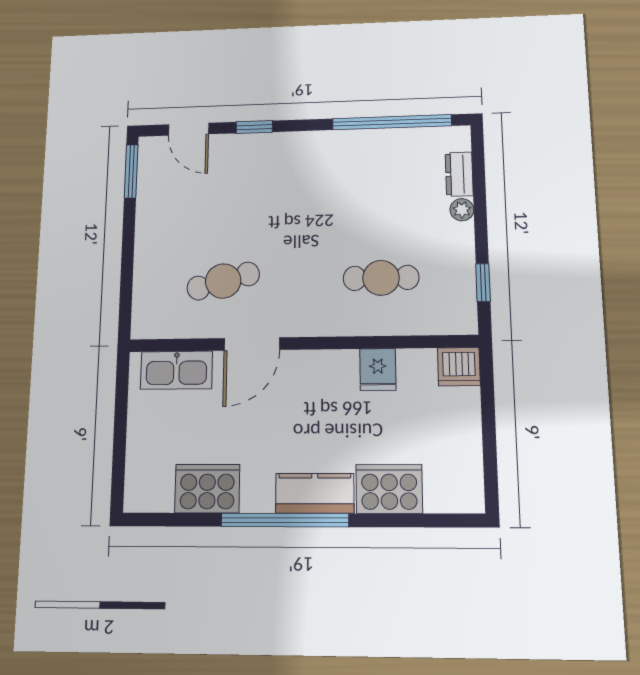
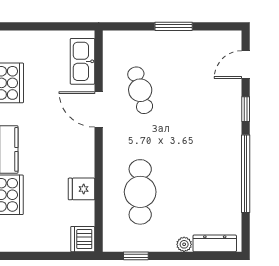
window: (392, 122) -> (246, 174), moved
window: (131, 171) -> (174, 26), moved
dresser: (459, 174) -> (215, 243), width x1.44
cafe table: (381, 278) -> (140, 192), width x1.37, depth x1.35

